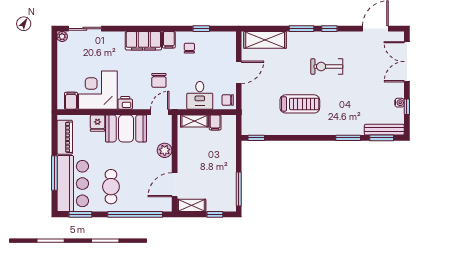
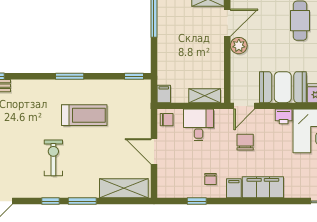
exercise bike: (327, 66) -> (53, 158), turned -90
door: (239, 72) -> (154, 151), hinge flipped
treadmill: (300, 104) -> (84, 115), turned 180
filing cabinet: (215, 122) -> (164, 94), moved
window: (348, 138) -> (70, 76), moved
plant: (165, 150) -> (239, 46), moved

